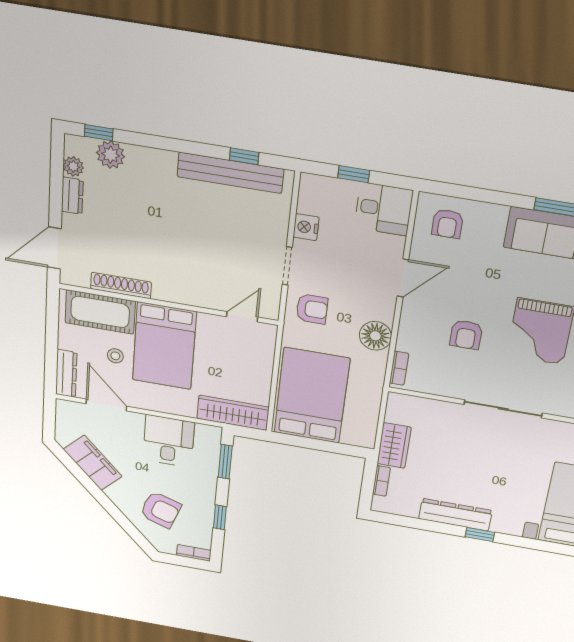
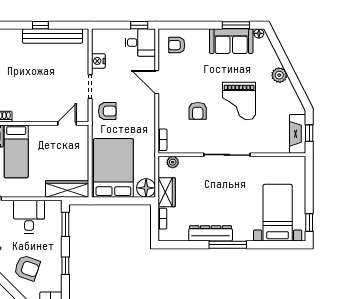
window: (244, 156) -> (40, 25), moved
window: (354, 174) -> (139, 25), moved
armchair: (447, 224) -> (177, 45), turned 90
door: (403, 278) -> (157, 82), swing flipped
floor lamp: (375, 336) -> (146, 188), moved
bed: (164, 346) -> (16, 151), width x0.67
plant: (411, 404) -> (173, 162), added
window: (480, 535) -> (228, 245), width x2.17

